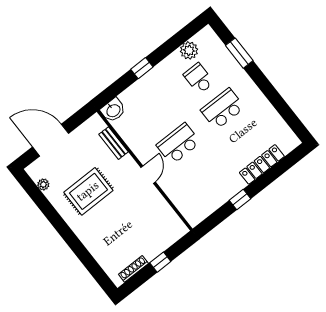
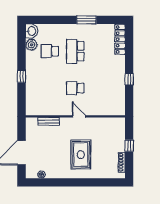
window: (239, 53) -> (87, 20), moved
washbasin: (113, 110) -> (32, 31), moved
school desk: (178, 144) -> (75, 88), width x0.54
locker: (262, 164) -> (120, 39), moved
rug: (88, 191) -> (81, 155), moved

